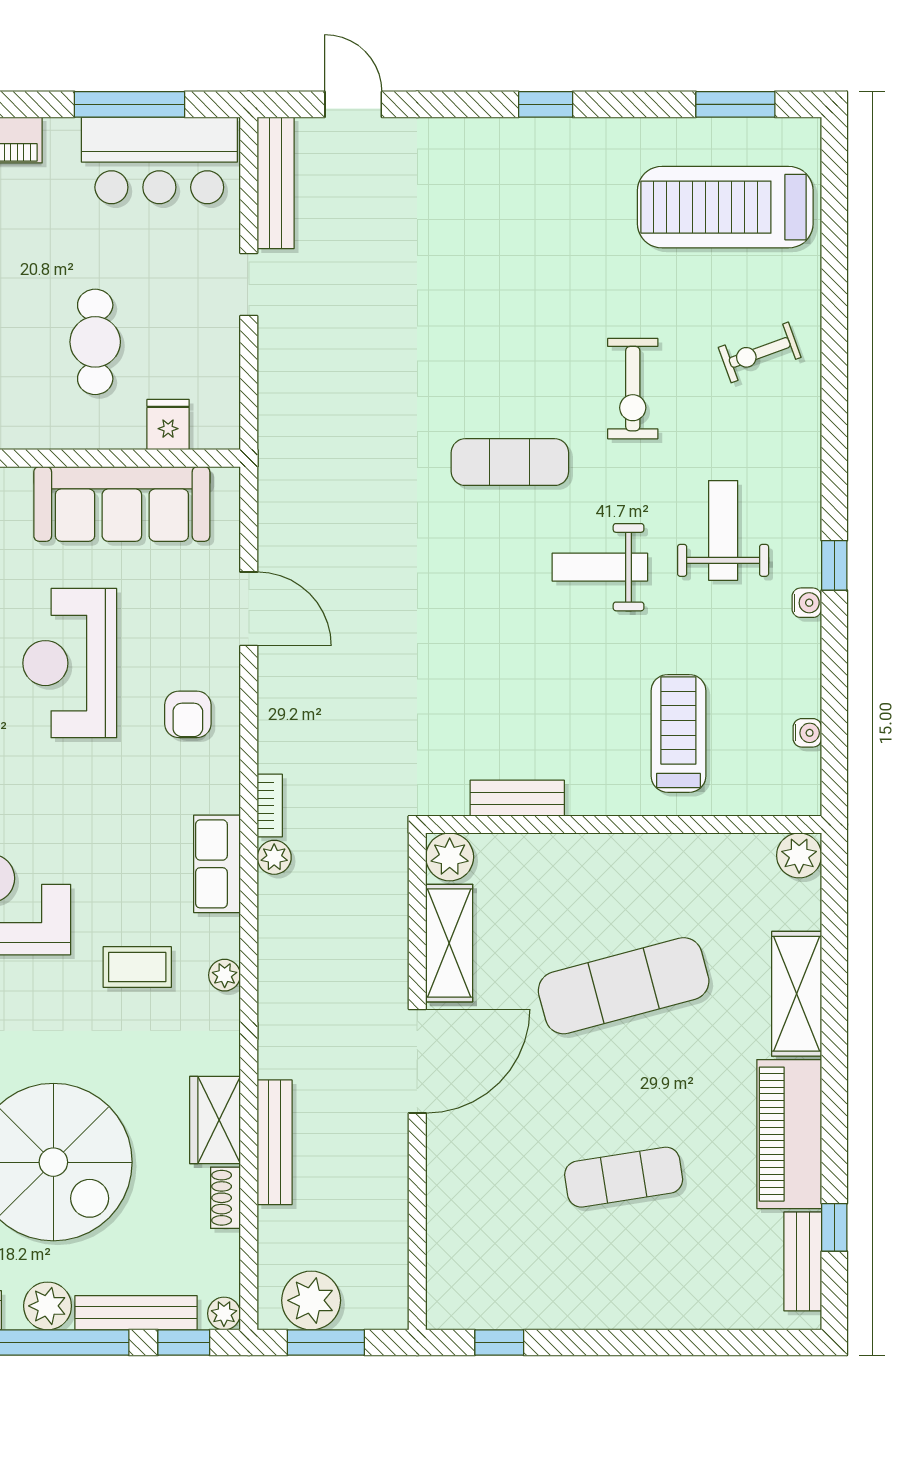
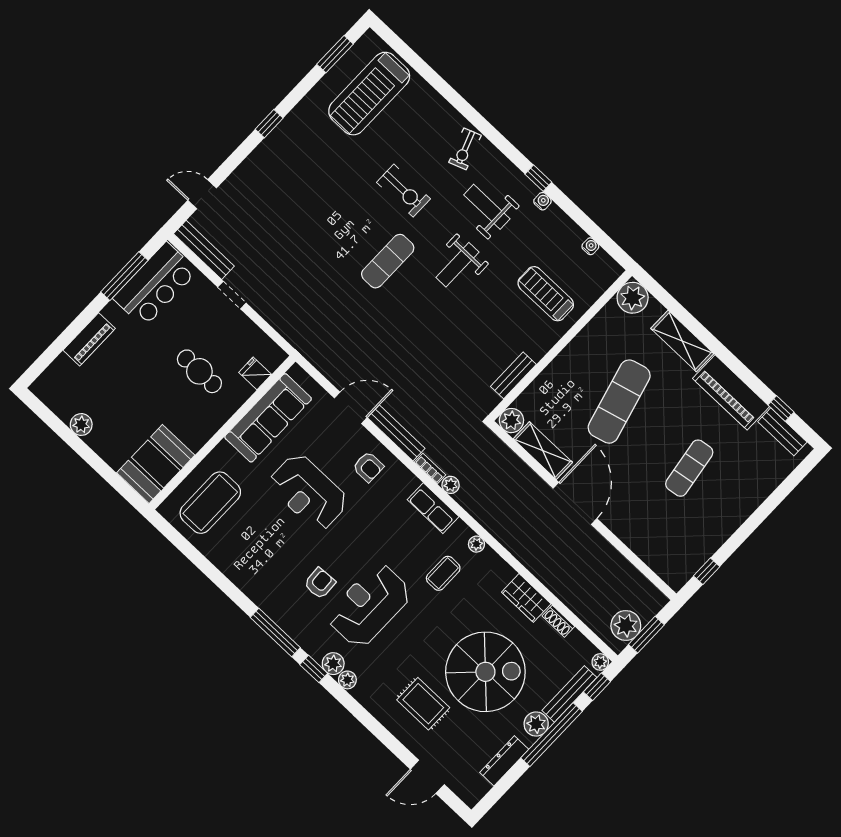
exercise bike: (760, 352) -> (465, 149), moved
plant: (799, 855) -> (633, 298), width x1.36, depth x1.36
bench: (275, 1142) -> (396, 433), moved

